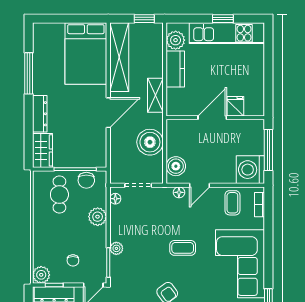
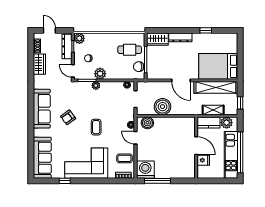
window: (223, 19) -> (240, 152), width x3.17
window: (29, 73) -> (206, 30), width x0.46
shelving: (155, 95) -> (213, 110), moved
fridge: (235, 106) -> (203, 160), moved
door: (212, 118) -> (196, 146), moved
wall: (215, 118) -> (196, 148), moved
plant: (98, 217) -> (100, 74), moved

